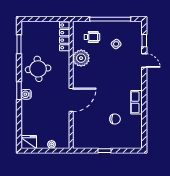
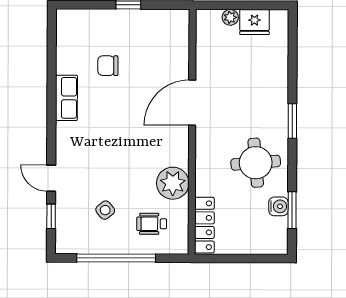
water cooler: (26, 94) -> (278, 206), moved
fridge: (29, 142) -> (254, 22), moved

